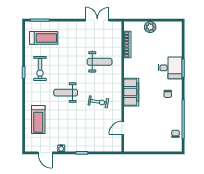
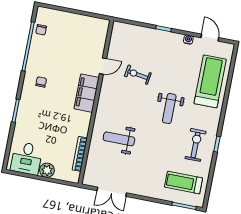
desk: (170, 68) -> (27, 158), moved, turned -90
weight bench: (66, 93) -> (169, 108), turned 90
exercise bike: (98, 102) -> (138, 75), moved
treadmill: (38, 119) -> (210, 81), width x1.37, depth x1.38
door: (123, 128) -> (103, 66), moved

